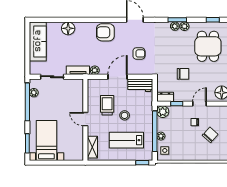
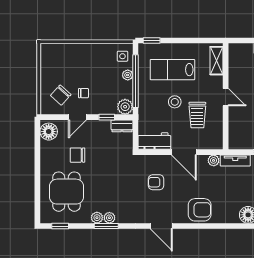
chair: (183, 74) -> (77, 155), moved
door: (118, 77) -> (184, 152), hinge flipped
chair: (210, 135) -> (61, 95), moved
lab bench: (126, 140) -> (172, 70), turned 180

